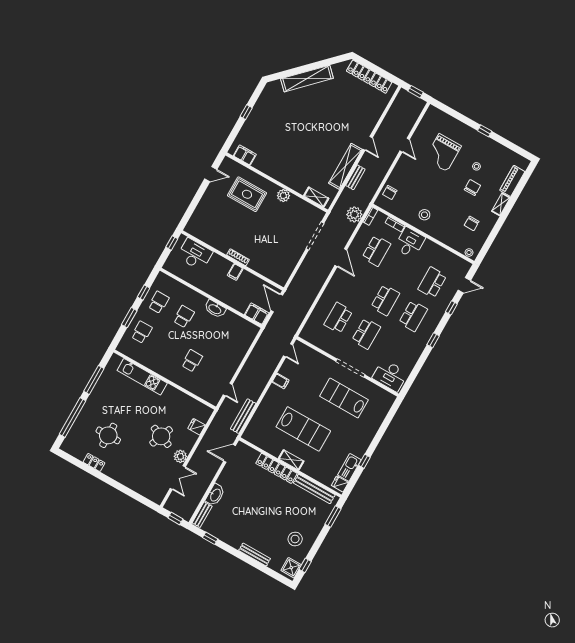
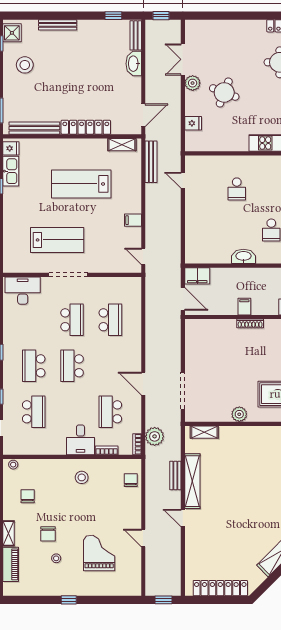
school desk: (366, 334) -> (72, 320), turned 180
shelving: (291, 460) -> (122, 145), moved

